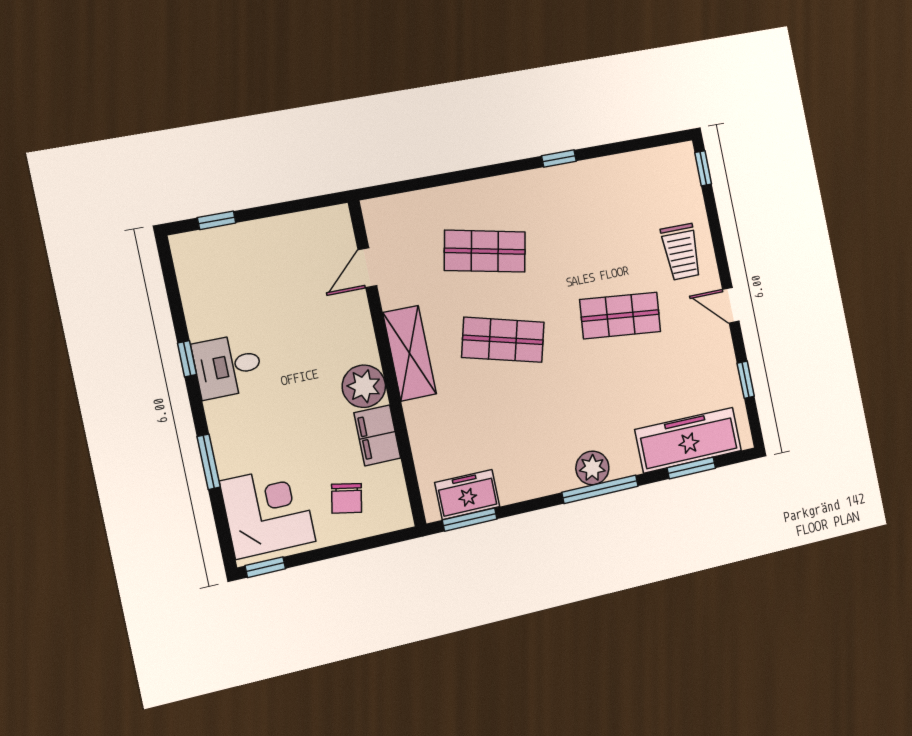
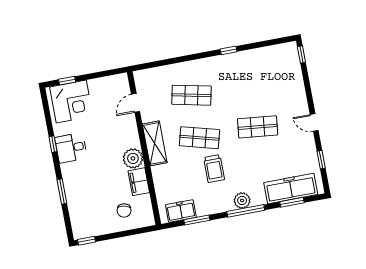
trolley: (681, 252) -> (214, 169), moved
corner desk: (268, 511) -> (71, 102), moved, turned 90
window: (470, 520) -> (197, 220), moved

